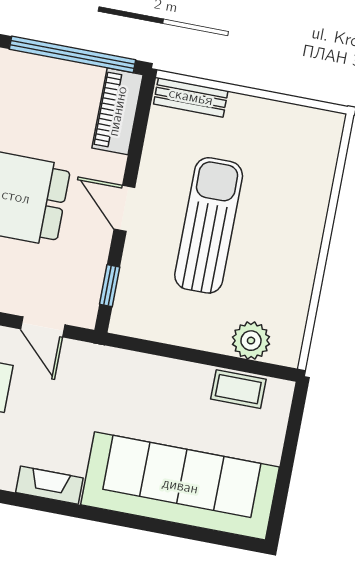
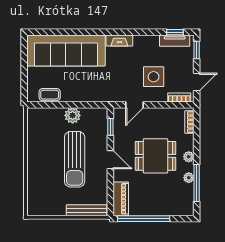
bench: (191, 97) -> (87, 210), width x1.36
door: (43, 327) -> (135, 105), swing flipped
plant: (251, 341) -> (73, 115), moved

